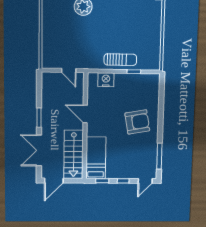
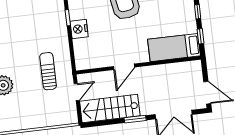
sun lounger: (120, 60) -> (48, 71), moved
nightstand: (106, 80) -> (79, 29), moved
stairs: (74, 154) -> (110, 109), moved, turned 180

